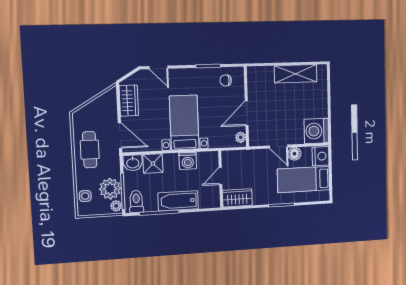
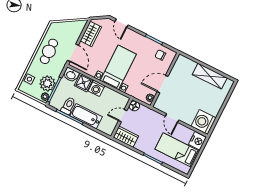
floor lamp: (294, 154) -> (134, 106), moved
washing machine: (188, 161) -> (96, 88), moved
toilet: (136, 202) -> (68, 106), moved

